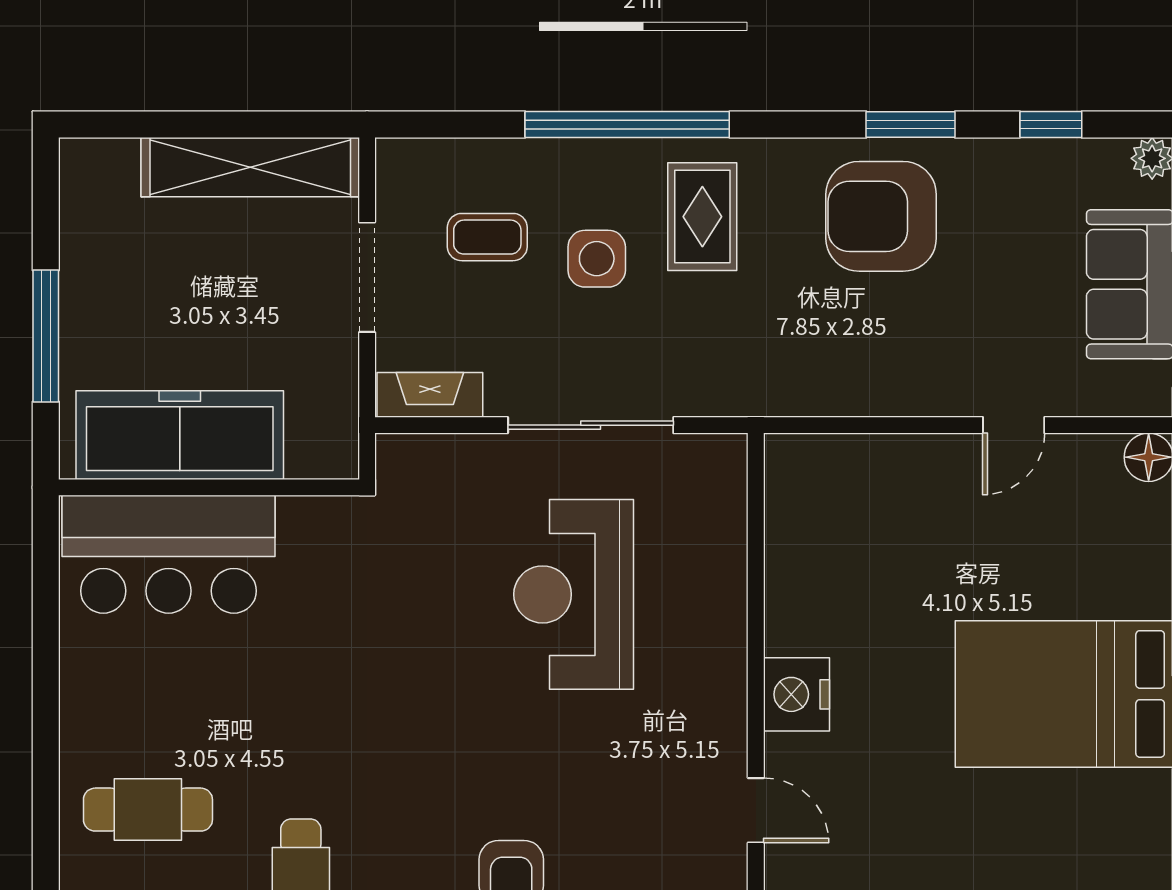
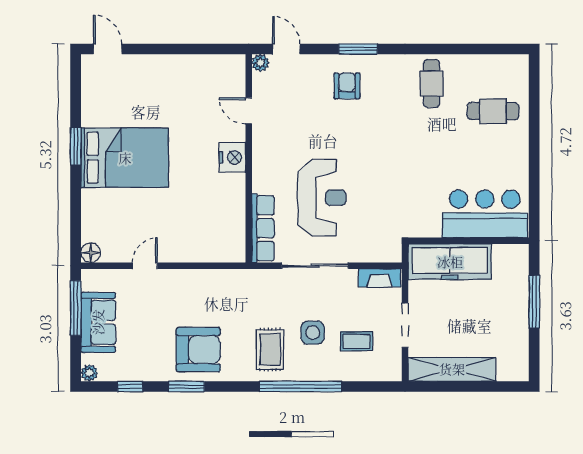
freezer: (180, 435) -> (450, 262), moved
row of seats: (720, 518) -> (263, 228), added

